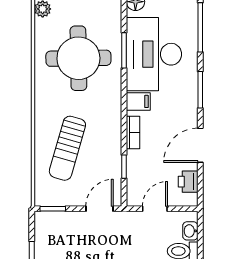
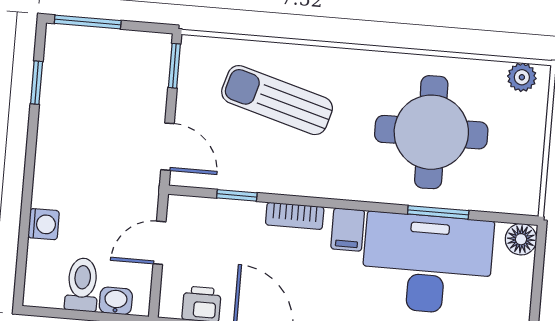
door: (155, 209) -> (160, 243), swing flipped

